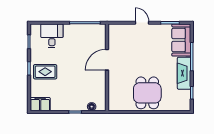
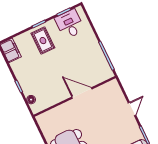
desk: (52, 36) -> (70, 24), moved, turned -90

